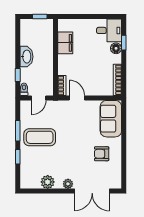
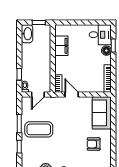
washbasin: (26, 57) -> (27, 34), moved

